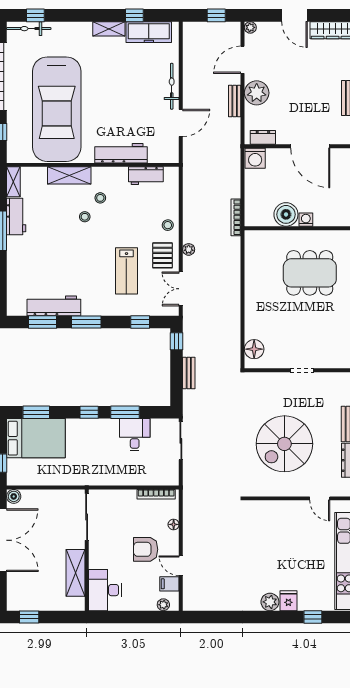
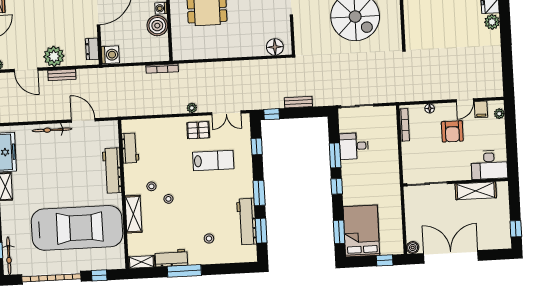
stool: (168, 225) -> (209, 238), moved

